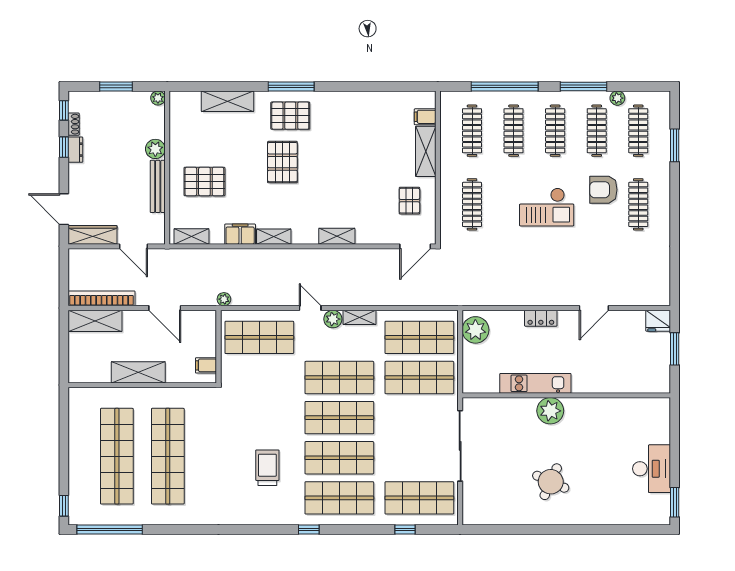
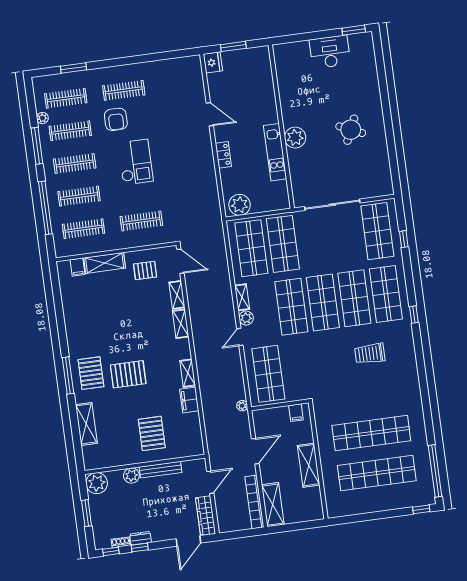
plant: (158, 98) -> (97, 483), width x1.87, depth x1.87
shelving: (191, 236) -> (177, 295), moved

